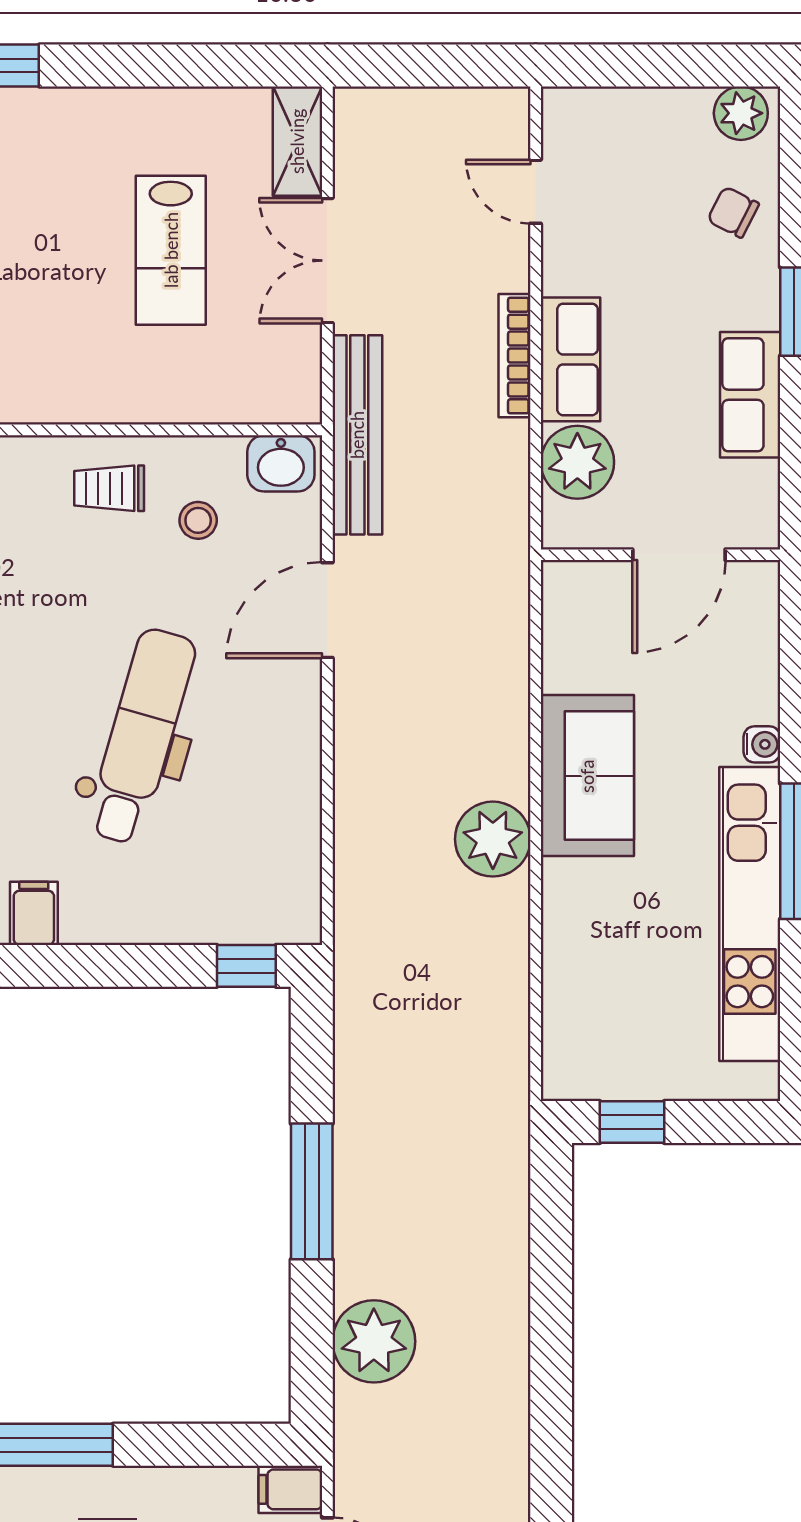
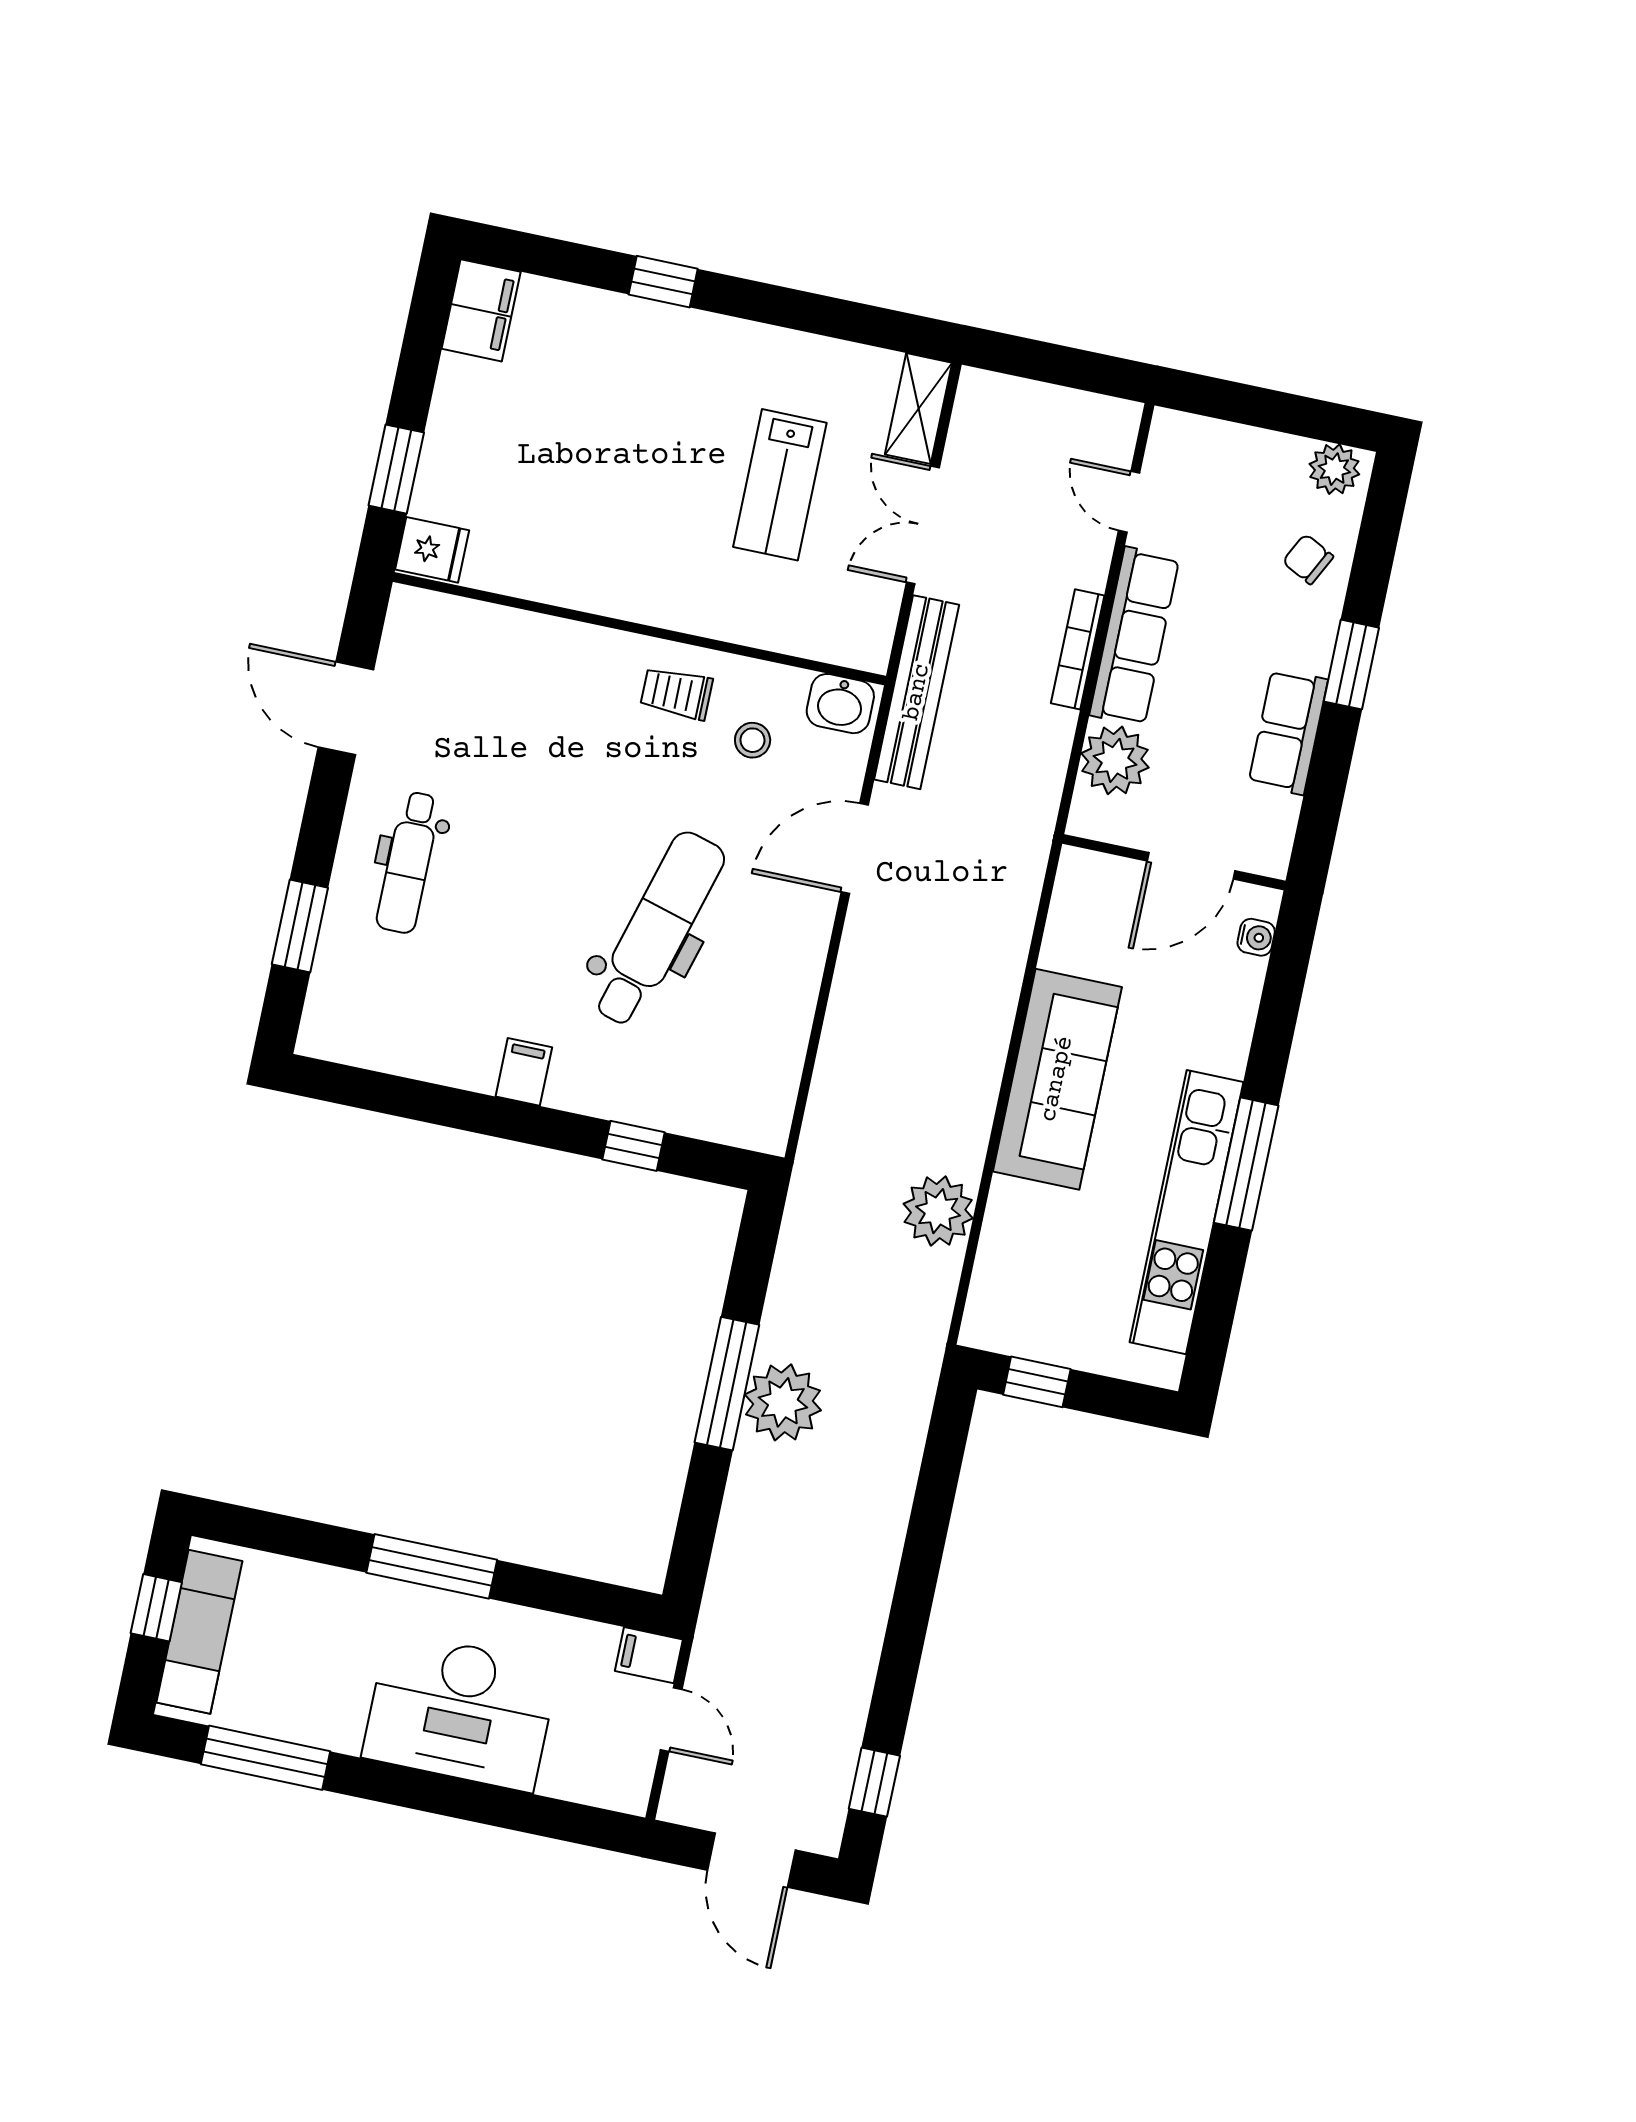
row of seats: (570, 359) -> (1134, 636), width x1.48
water cooler: (762, 744) -> (1256, 937), moved
sofa: (587, 776) -> (1057, 1079), width x1.36
plant: (493, 839) -> (938, 1211), moved
window: (246, 966) -> (634, 1146), moved
plant: (374, 1341) -> (783, 1402), moved

